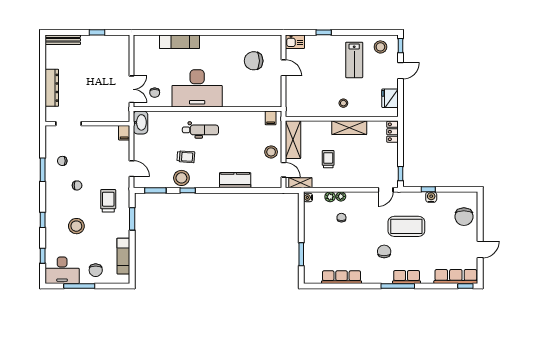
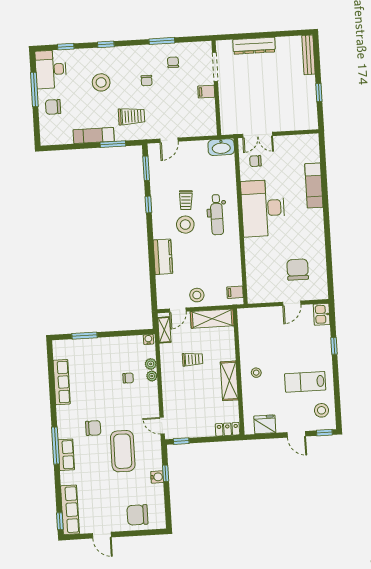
filing cabinet: (124, 133) -> (206, 92), moved
stool: (181, 178) -> (185, 225), moved
exam couch: (123, 256) -> (94, 136), moved

